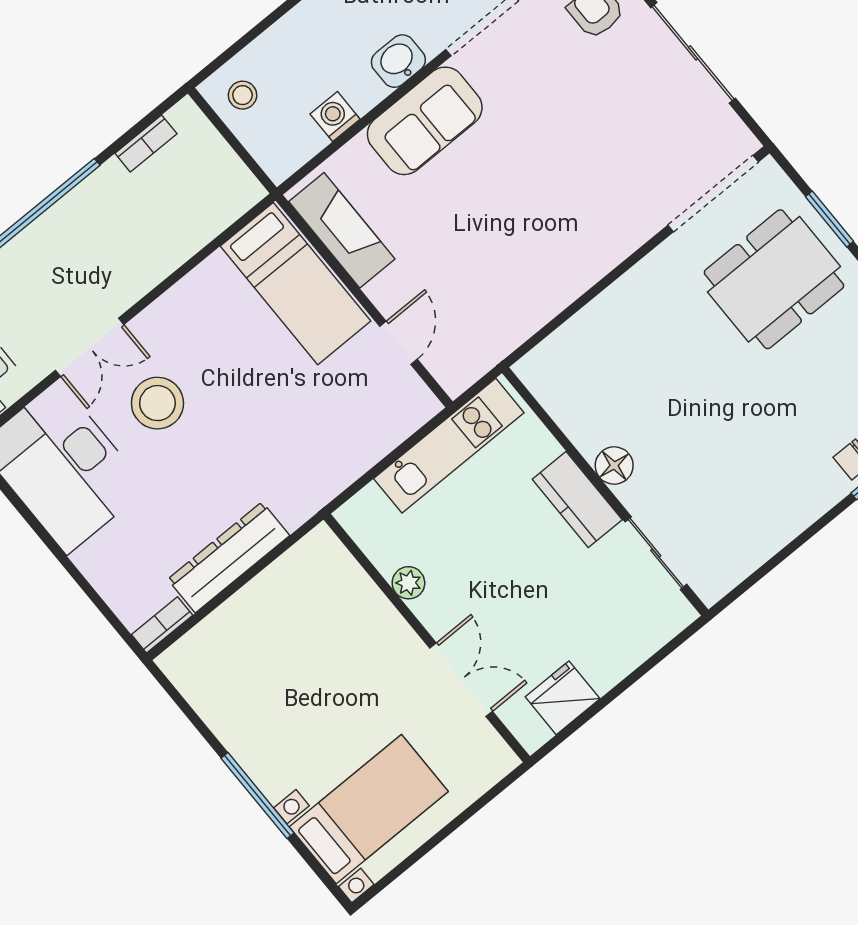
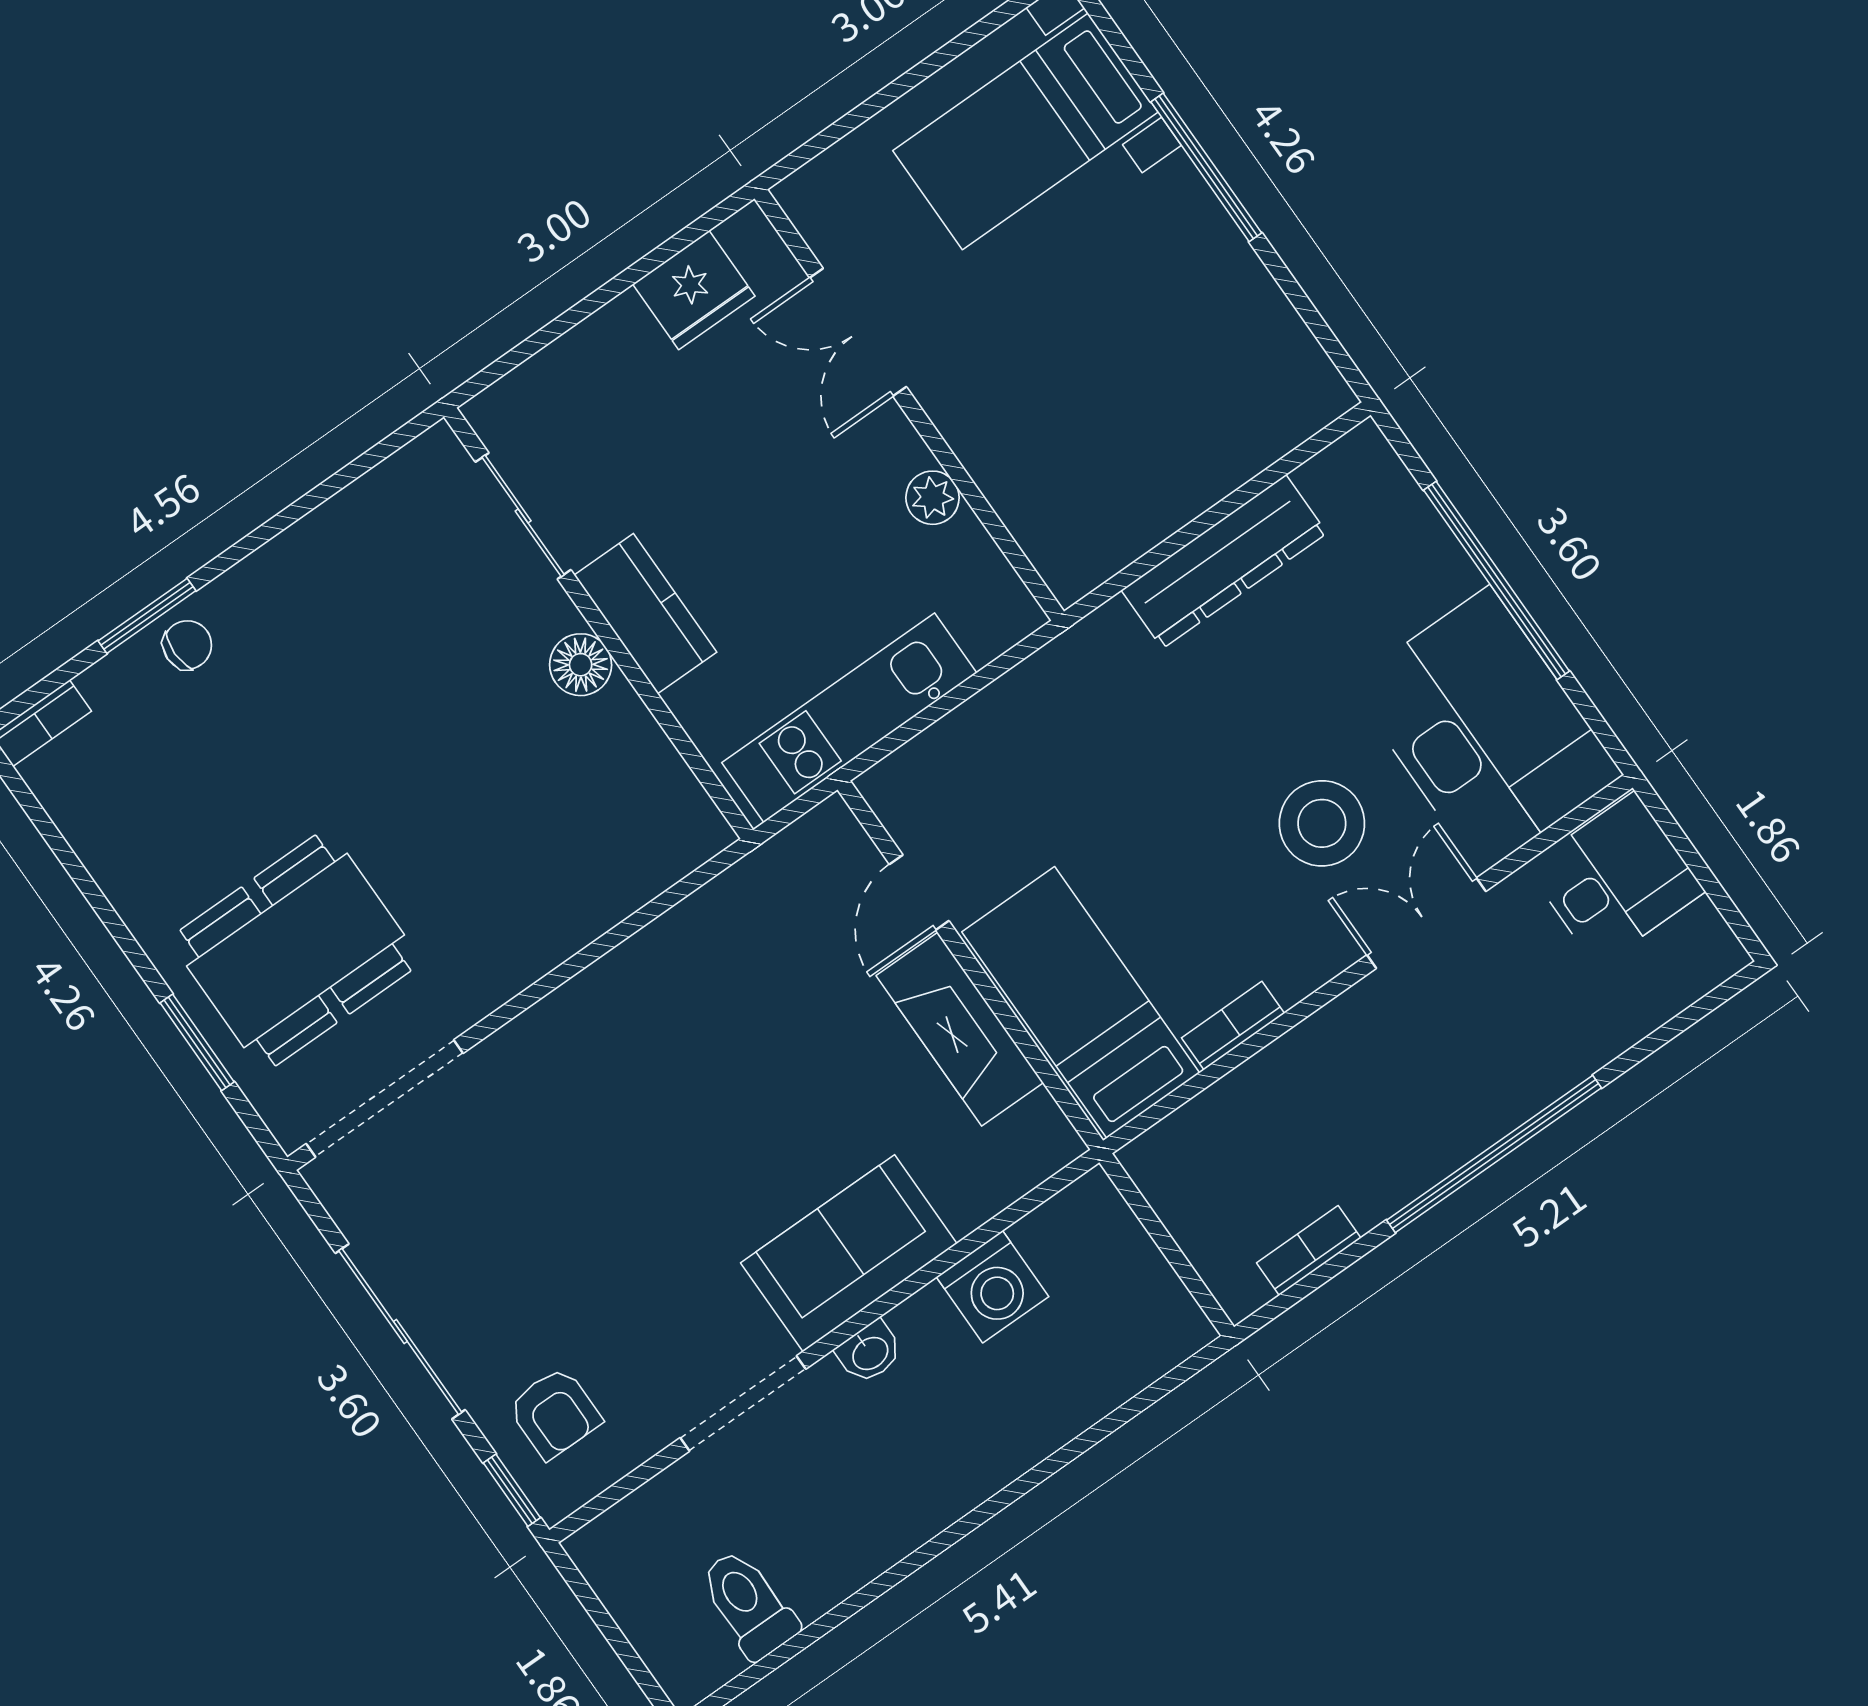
washbasin: (398, 61) -> (870, 1352), width x0.72, depth x0.69
stool: (243, 95) -> (1144, 1318), removed
washing machine: (335, 117) -> (993, 1287), width x1.38, depth x1.38
fireplace: (342, 230) -> (960, 1029), moved
window: (63, 558) -> (1497, 581), added
bookcase: (162, 625) -> (1233, 1026), moved, turned 180

